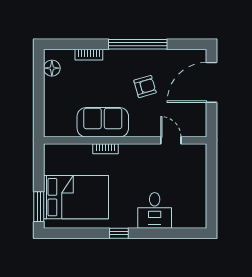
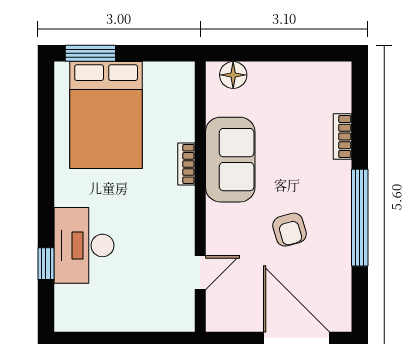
floor lamp: (52, 68) -> (233, 75), moved
desk: (155, 210) -> (84, 245), width x1.37
window: (119, 233) -> (46, 264), moved

